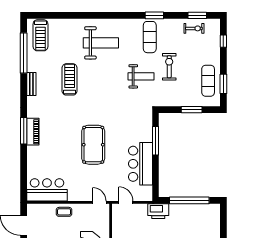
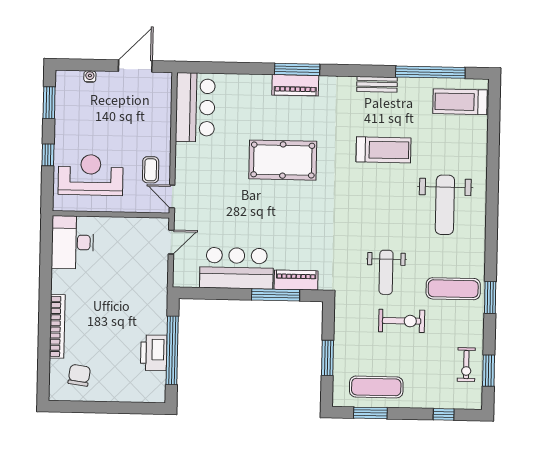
piano: (147, 129) -> (296, 280), added
pool table: (93, 145) -> (283, 160), moved
door: (99, 202) -> (172, 197), swing flipped
printer: (158, 211) -> (154, 353), moved
coffee table: (64, 212) -> (151, 170), moved

